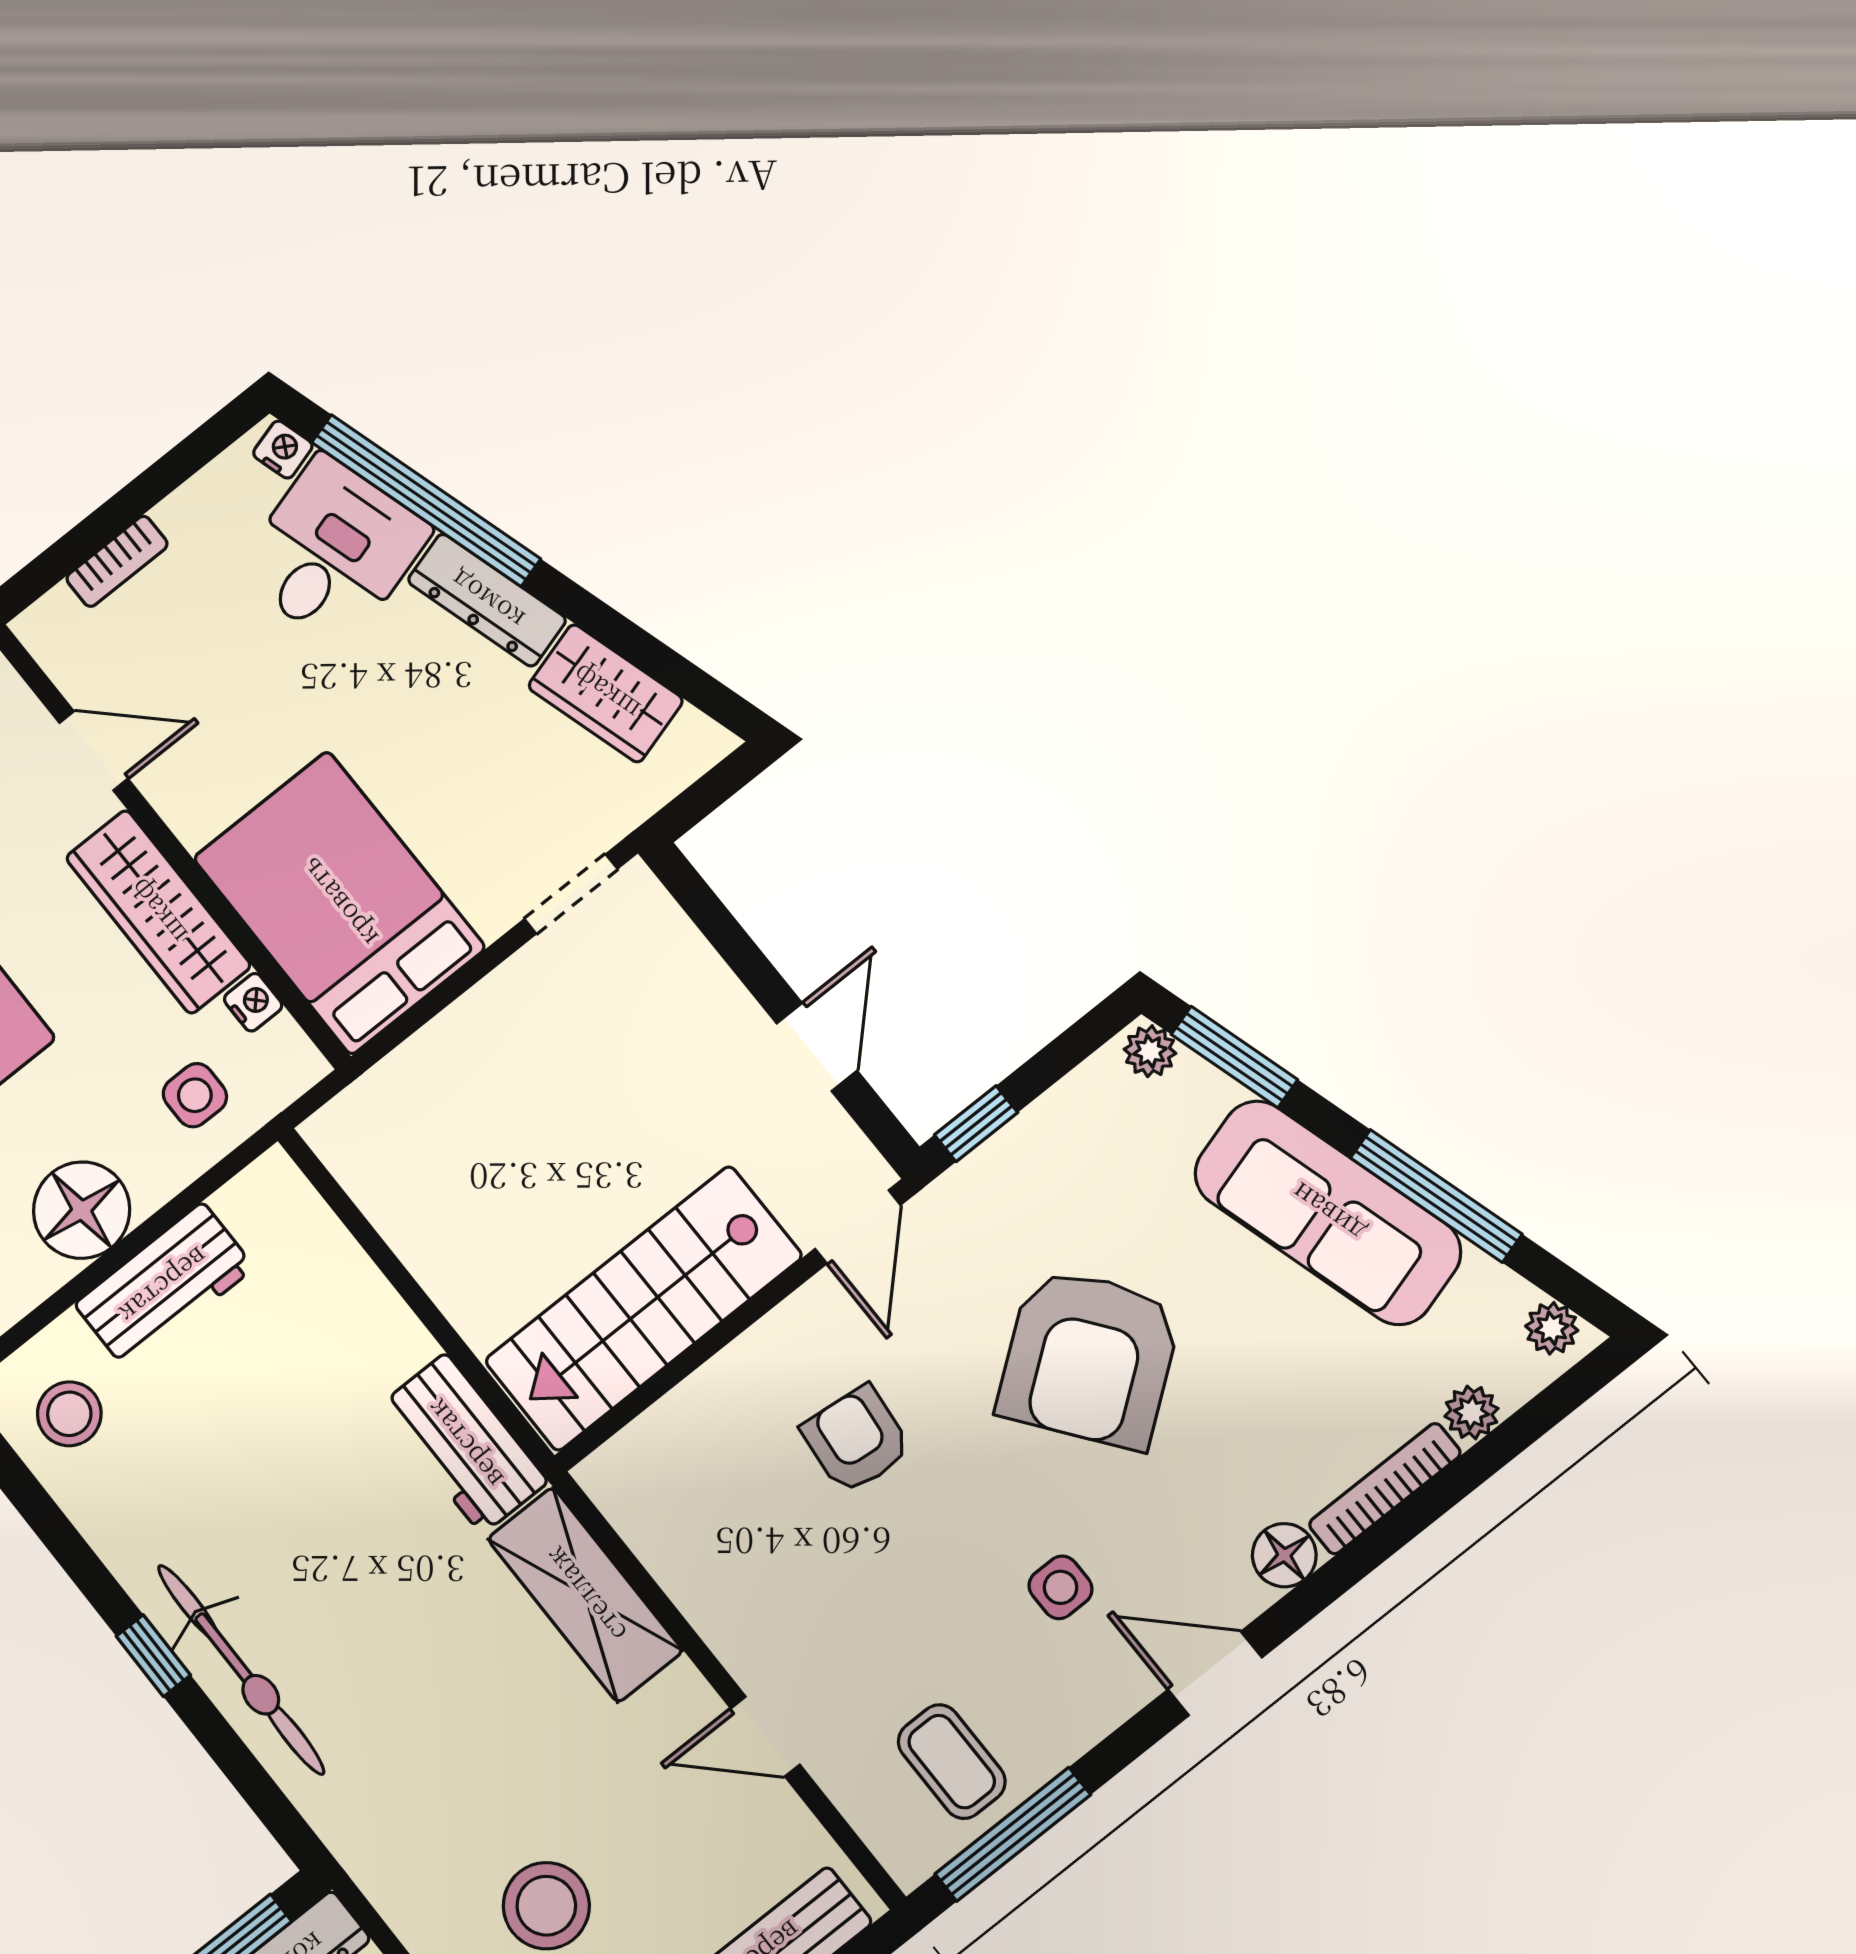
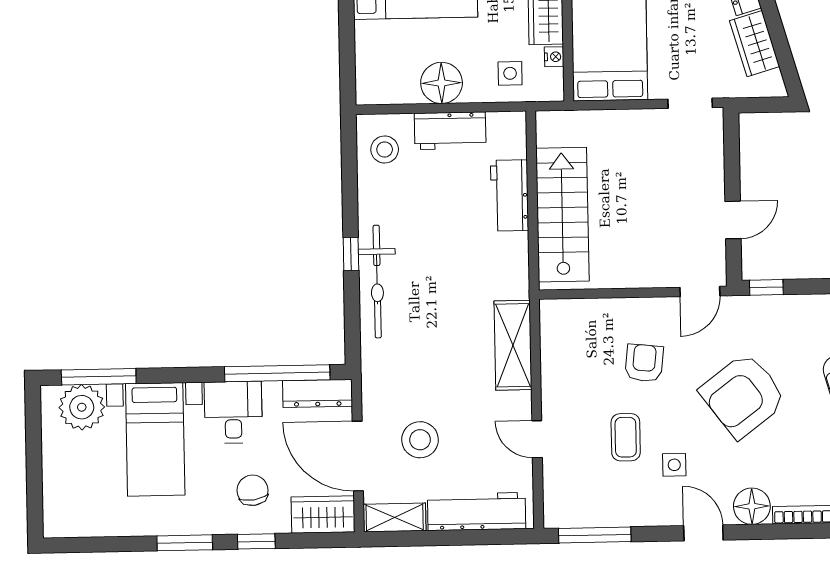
stairs: (644, 1308) -> (562, 215), moved, turned 90
workbench: (464, 1444) -> (510, 195), moved
floor lamp: (1284, 1555) -> (752, 506), width x1.38, depth x1.38
coffee table: (952, 1762) -> (626, 437), moved

